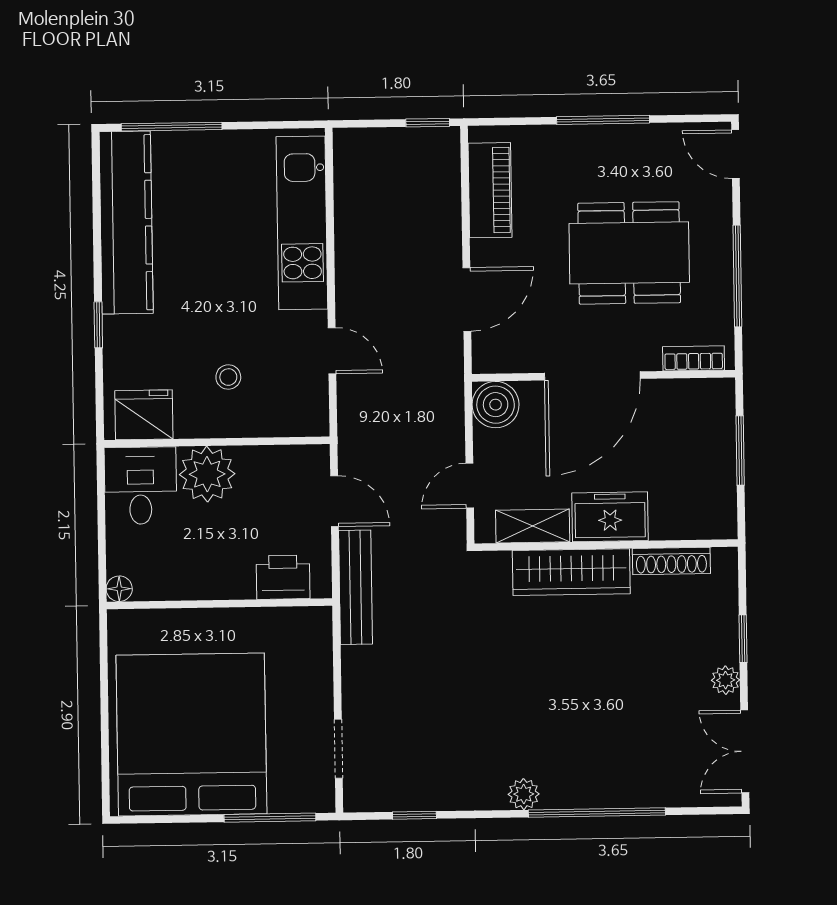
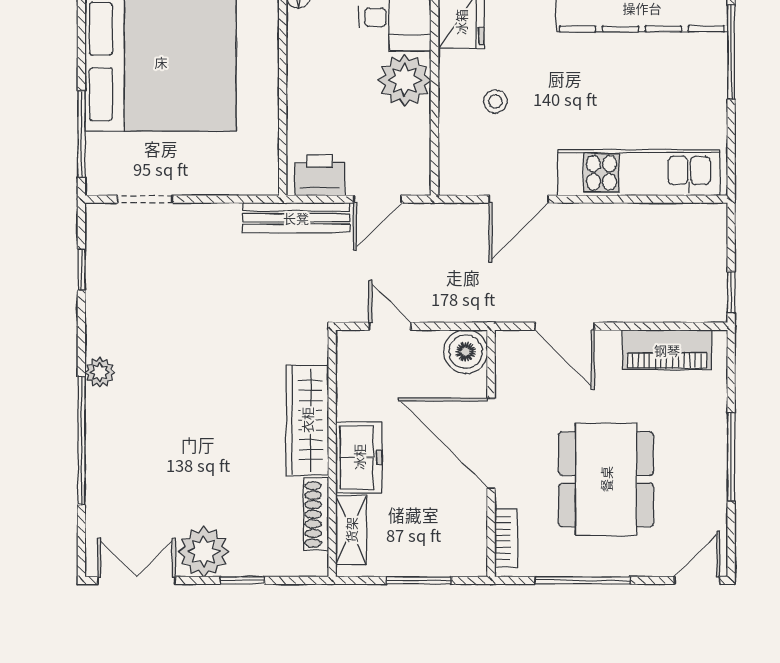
door: (332, 351) -> (519, 199), width x1.38
shelving: (533, 526) -> (351, 530), moved
printer: (283, 577) -> (320, 175), moved, turned -90
plant: (726, 680) -> (204, 552), width x1.88, depth x1.88

